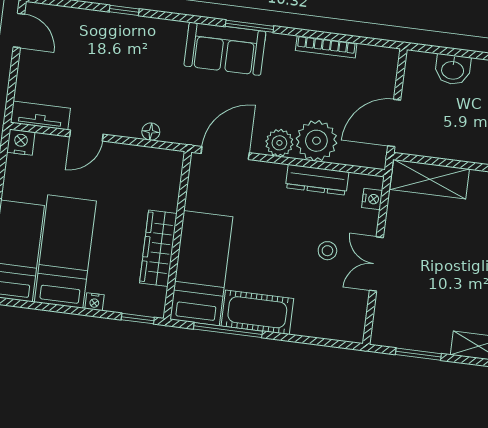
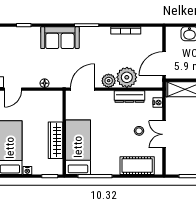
sofa: (225, 49) -> (60, 38), moved
cot: (257, 312) -> (137, 166), moved

